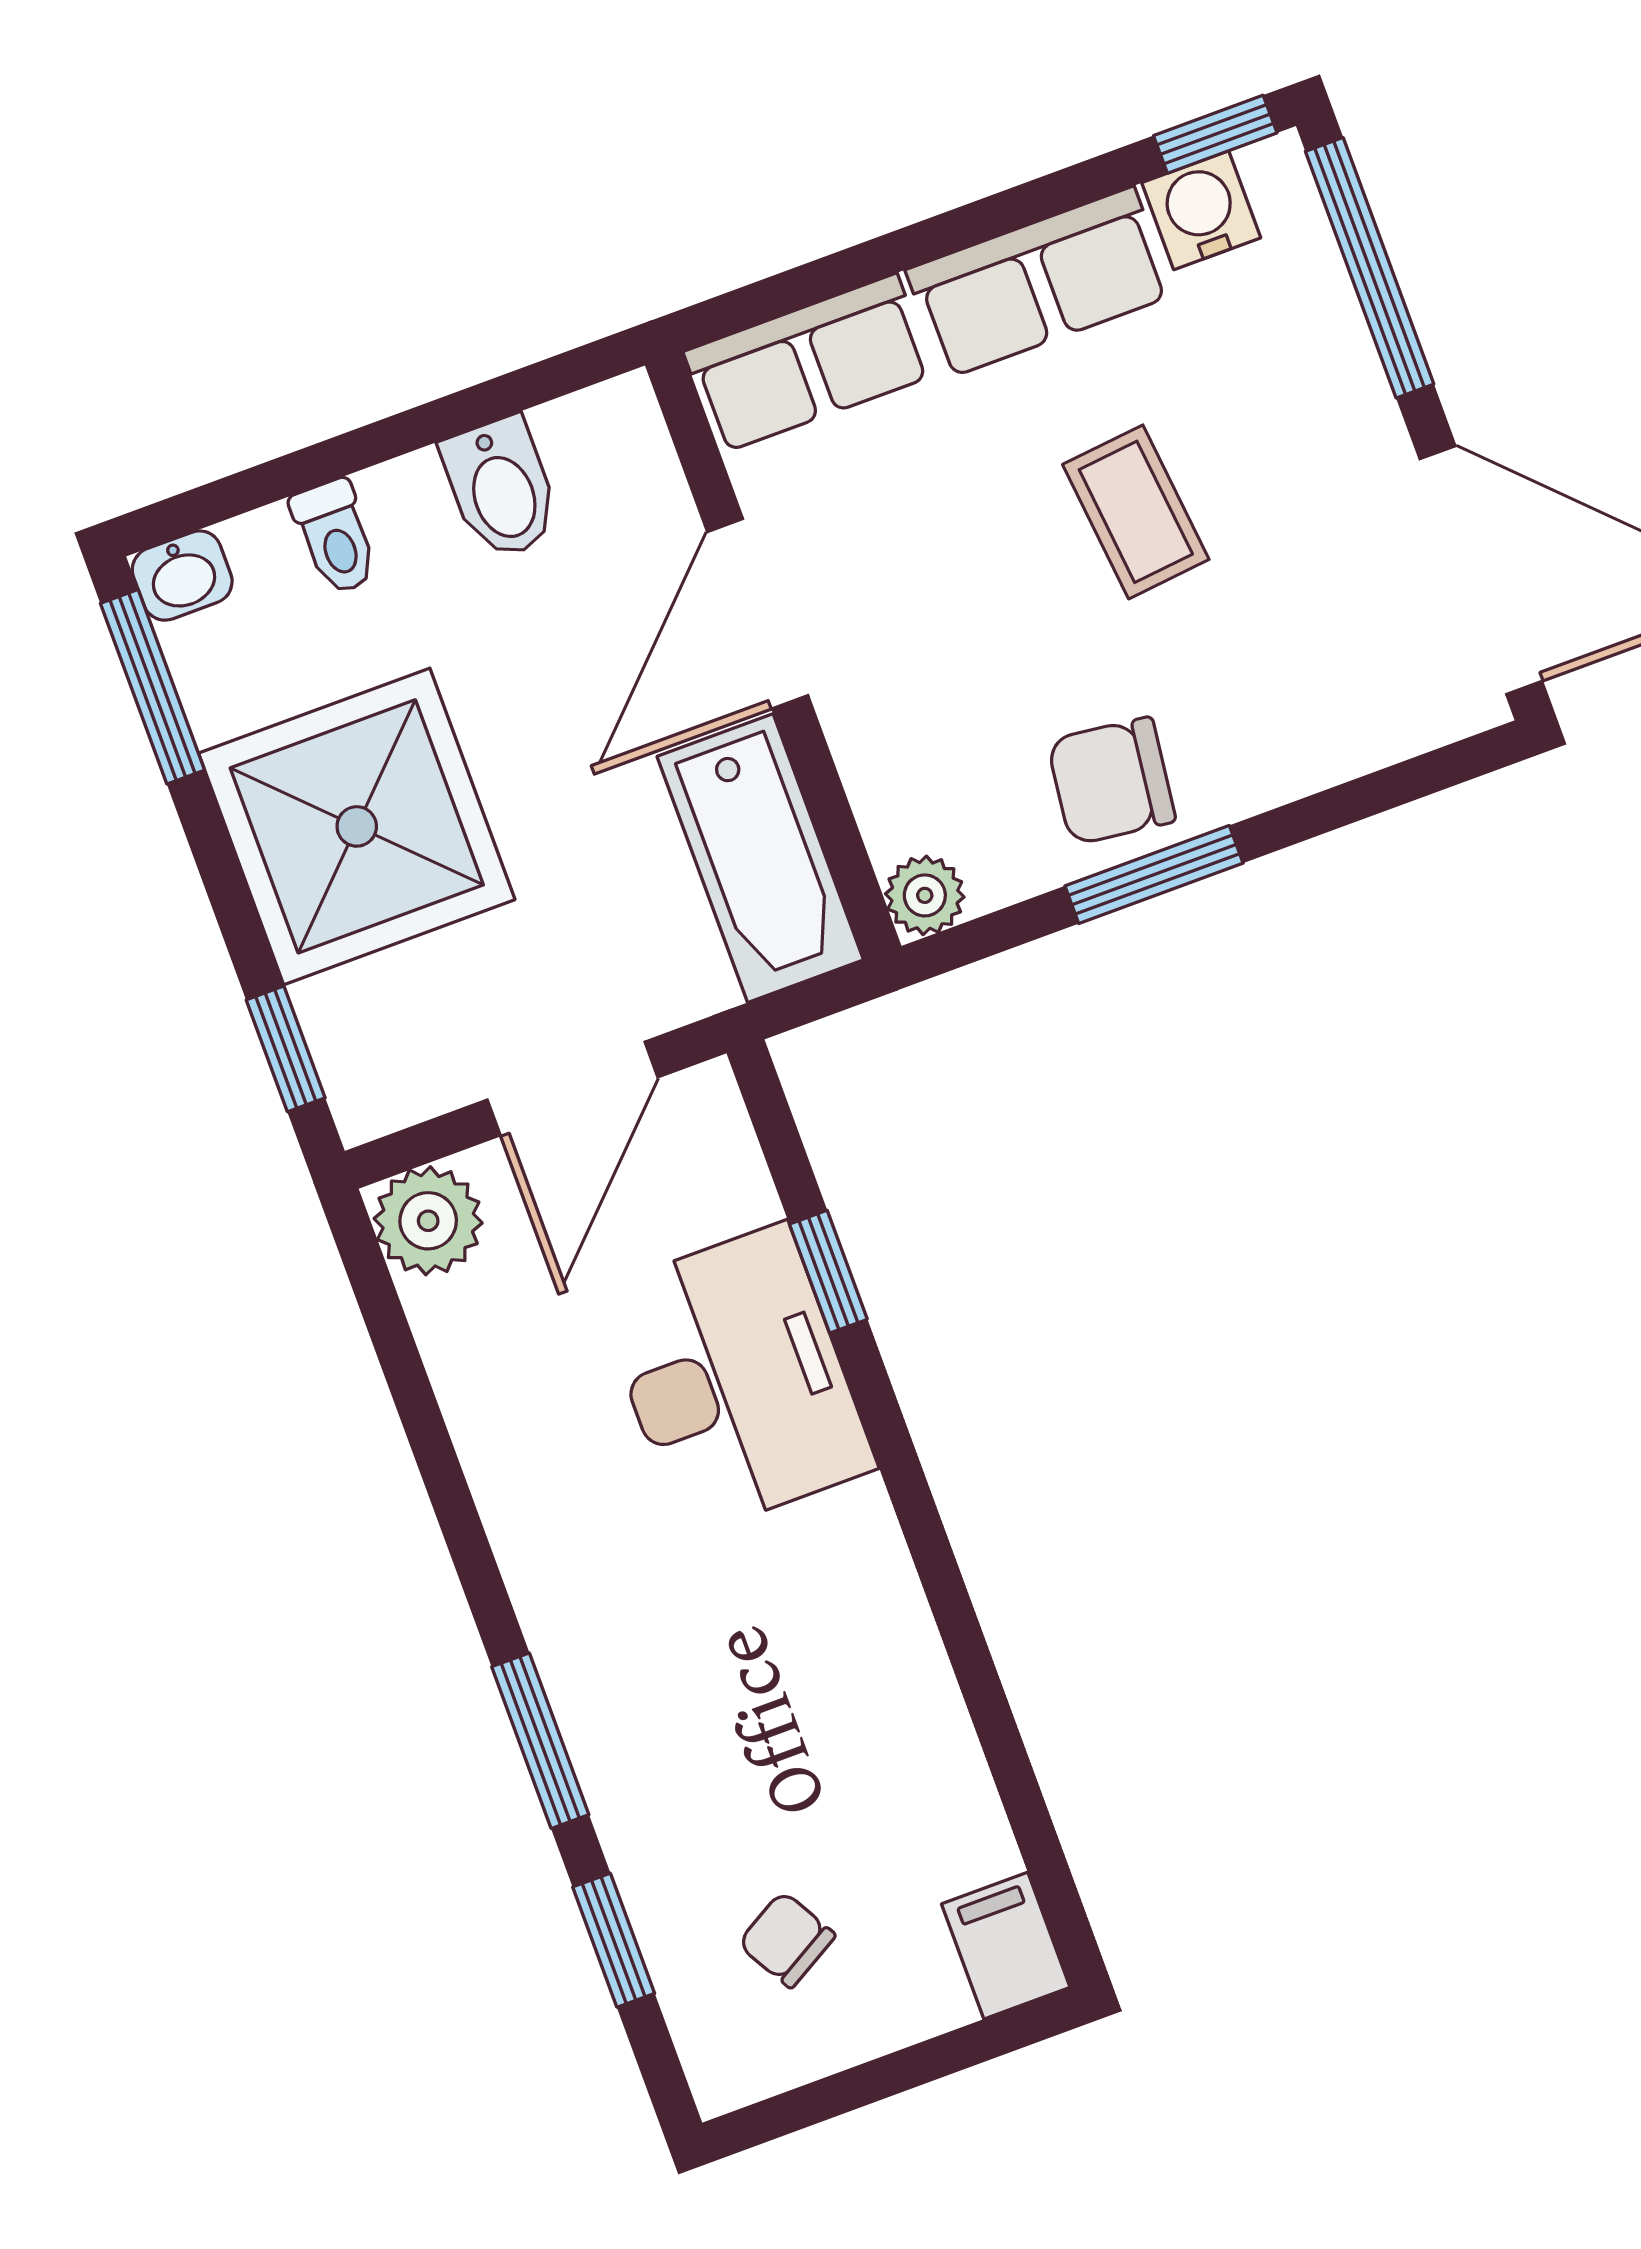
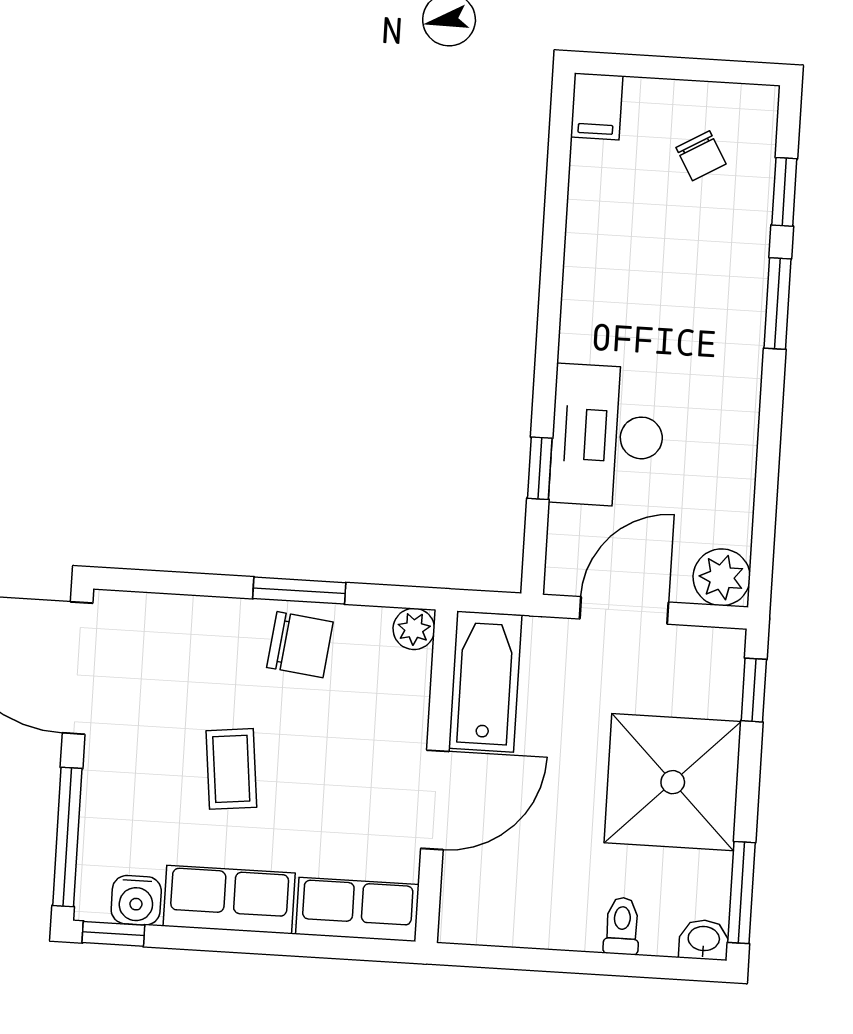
bidet: (501, 488) -> (532, 914), removed

